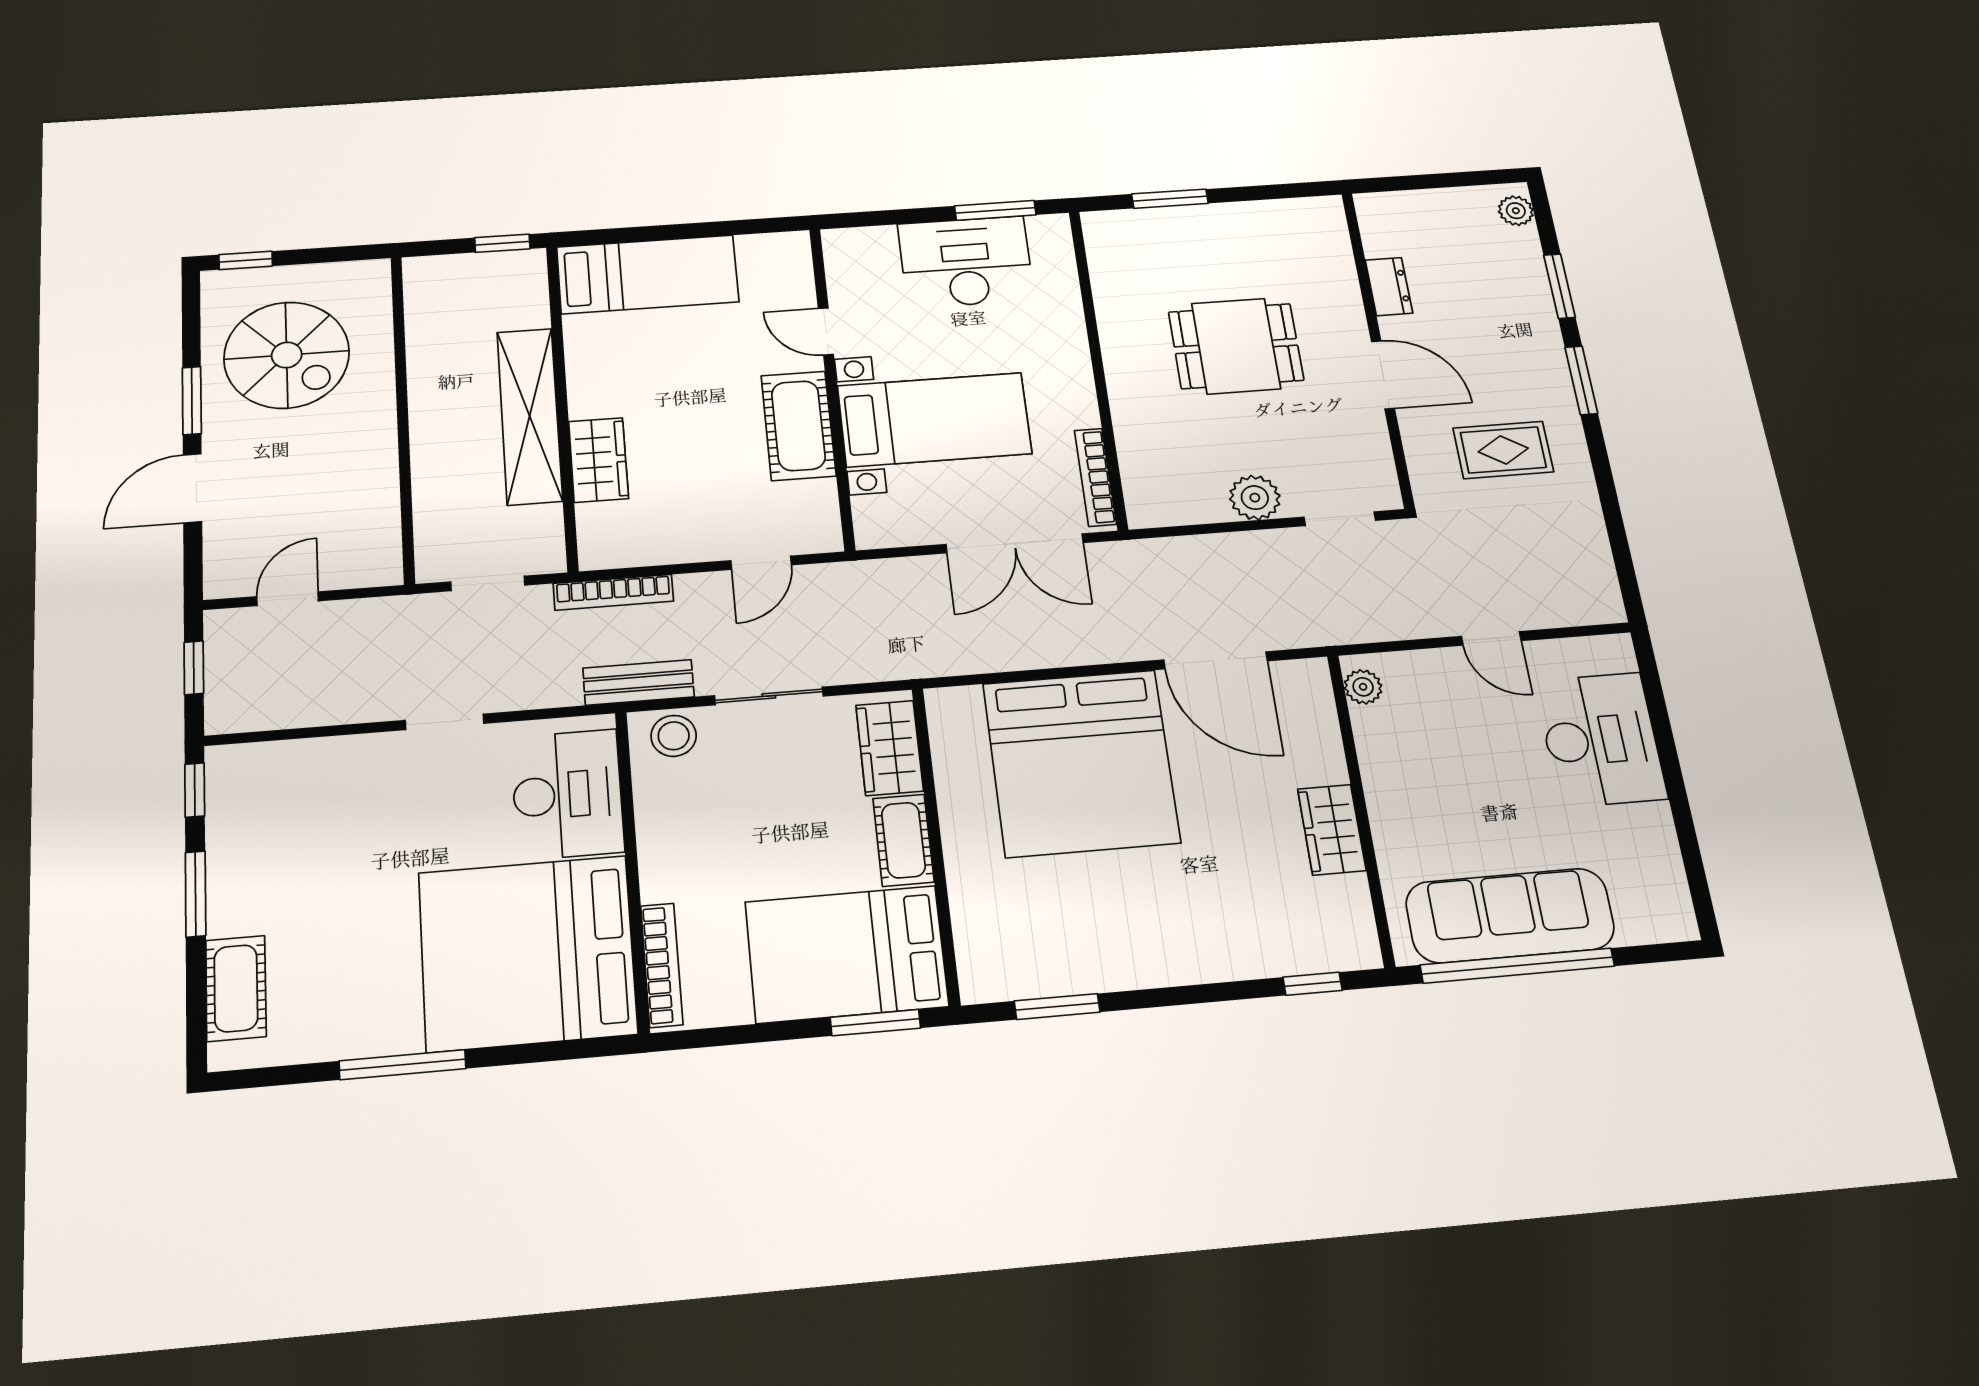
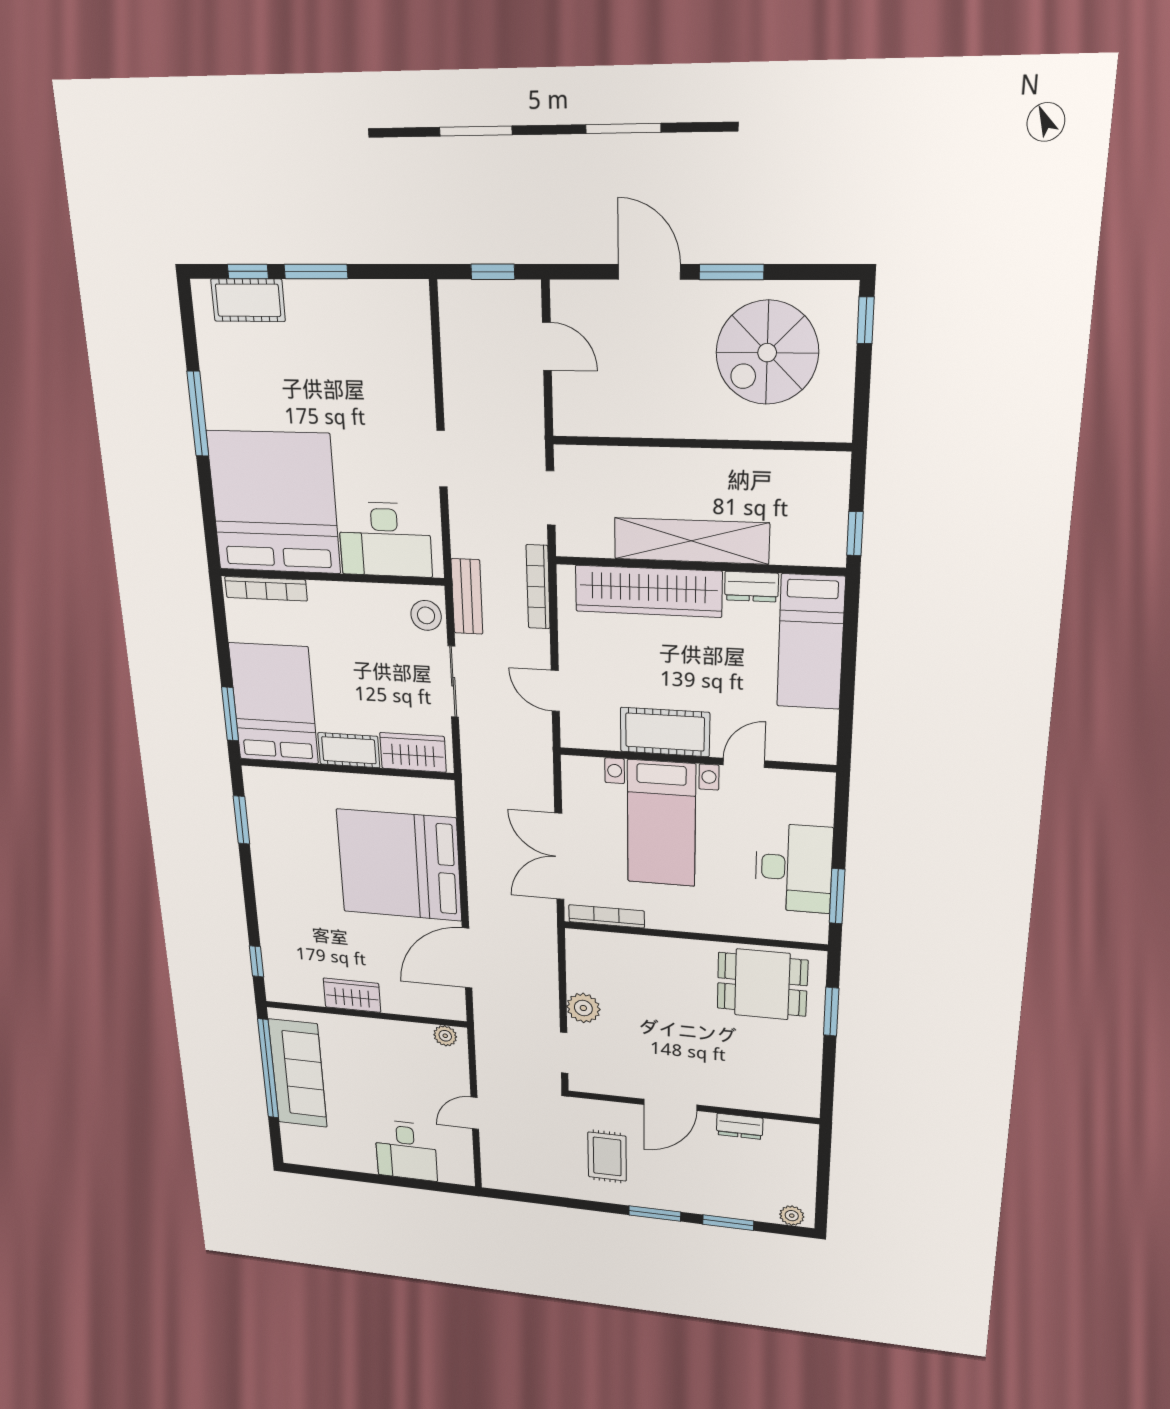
dresser: (583, 345) -> (751, 587), added
dining table: (1236, 346) -> (762, 984), moved, turned 90
wardrobe: (598, 460) -> (648, 591), width x2.10, depth x1.17
desk: (1601, 740) -> (406, 1150), width x0.73
window: (195, 790) -> (248, 271), moved

